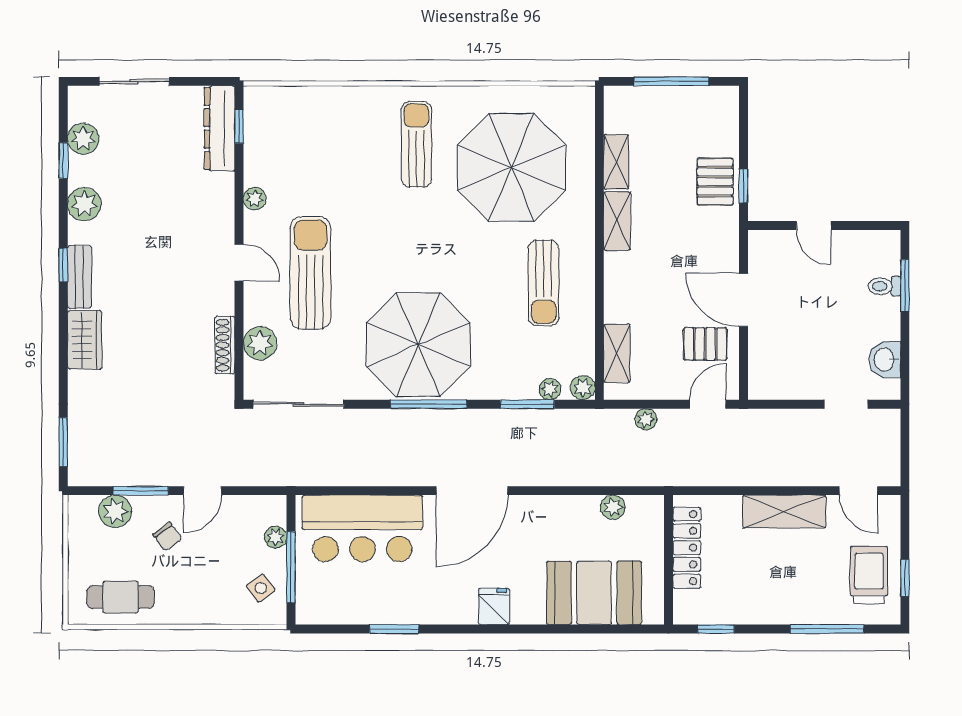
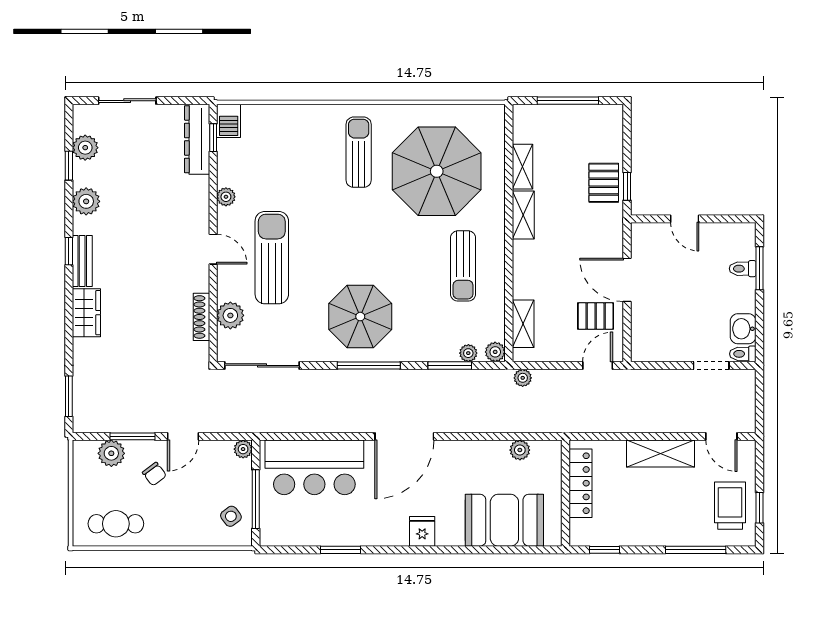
barbecue: (258, 106) -> (229, 121), added
parasol: (418, 345) -> (360, 317), width x0.73, depth x0.73
toilet: (885, 390) -> (743, 354), added
plant: (646, 419) -> (523, 378), moved
plant: (276, 537) -> (243, 449), moved

